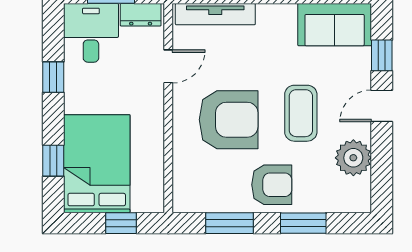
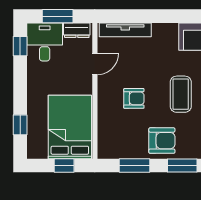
window: (53, 77) -> (20, 46), moved
armchair: (229, 120) -> (134, 98), width x0.53, depth x0.53
bed: (97, 164) -> (70, 127), moved

